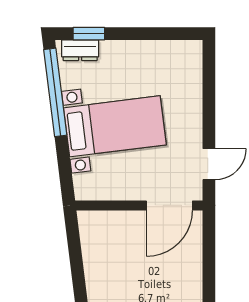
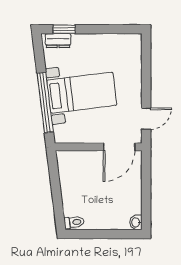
window: (55, 92) -> (45, 103), moved

